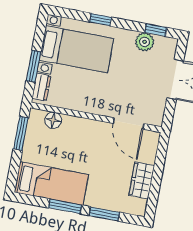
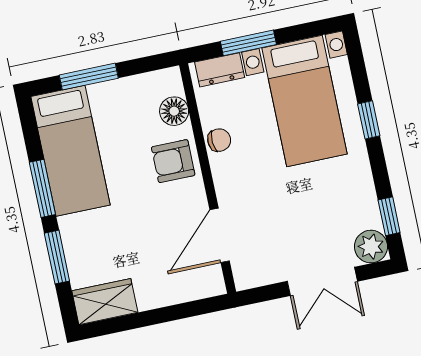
plant: (145, 42) -> (371, 247), moved
chair: (78, 103) -> (219, 140), added
armchair: (79, 132) -> (173, 161), added
window: (21, 133) -> (89, 77), moved
wardrobe: (142, 180) -> (105, 302), moved

